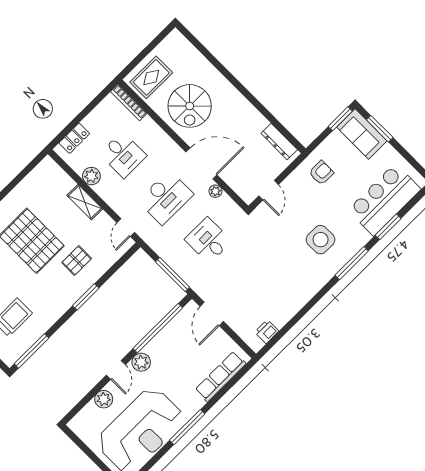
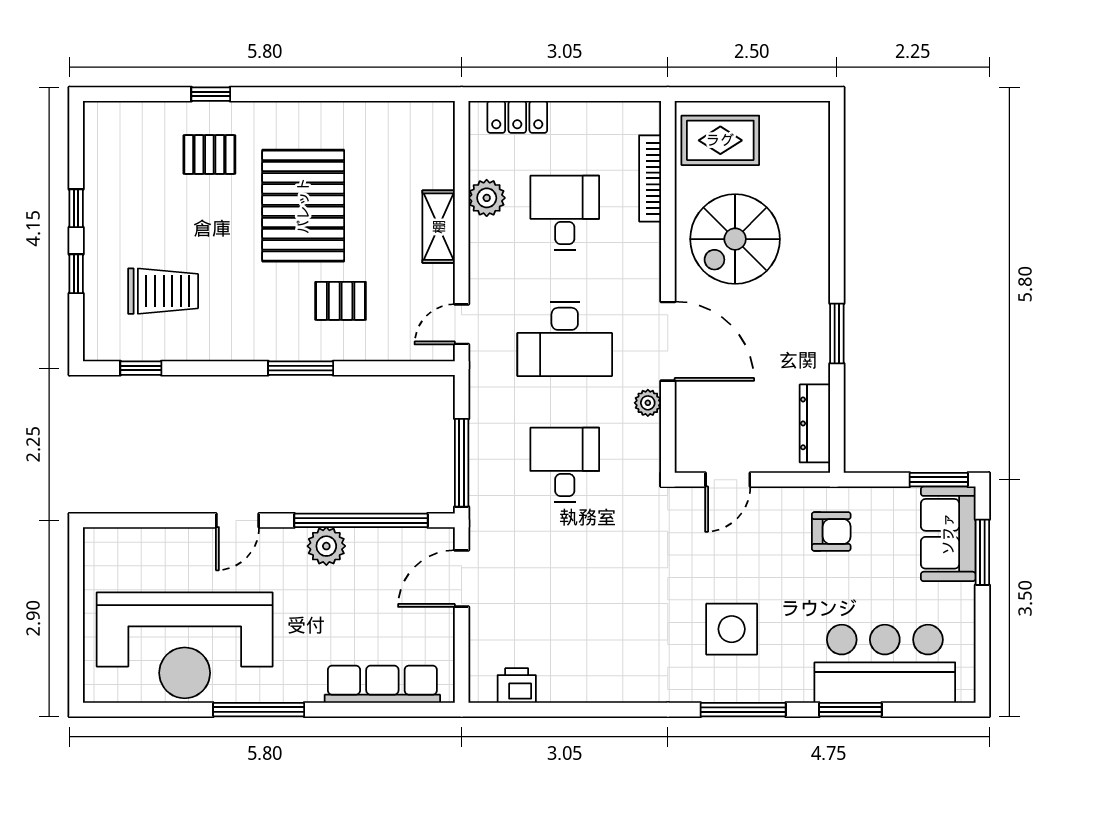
bookcase: (129, 103) -> (650, 178), moved
window: (256, 104) -> (837, 334), added
desk: (123, 155) -> (565, 213), turned 180
window: (32, 351) -> (141, 368), width x0.46
plant: (141, 362) -> (326, 546), moved
plant: (104, 399) -> (176, 546), removed

